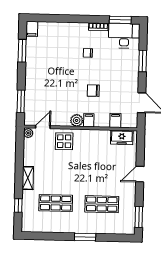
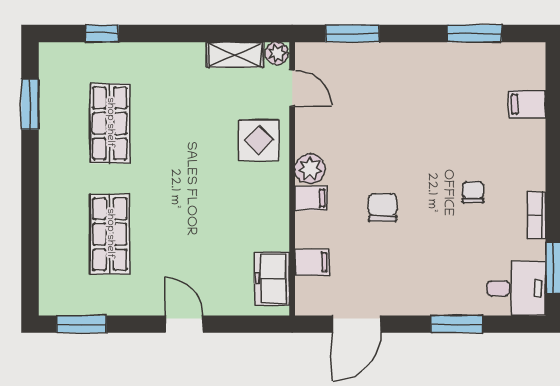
filing cabinet: (32, 29) -> (527, 104), moved
desk: (124, 36) -> (516, 288), width x0.73
shelving: (28, 178) -> (235, 55), moved
window: (85, 237) -> (30, 104), moved

